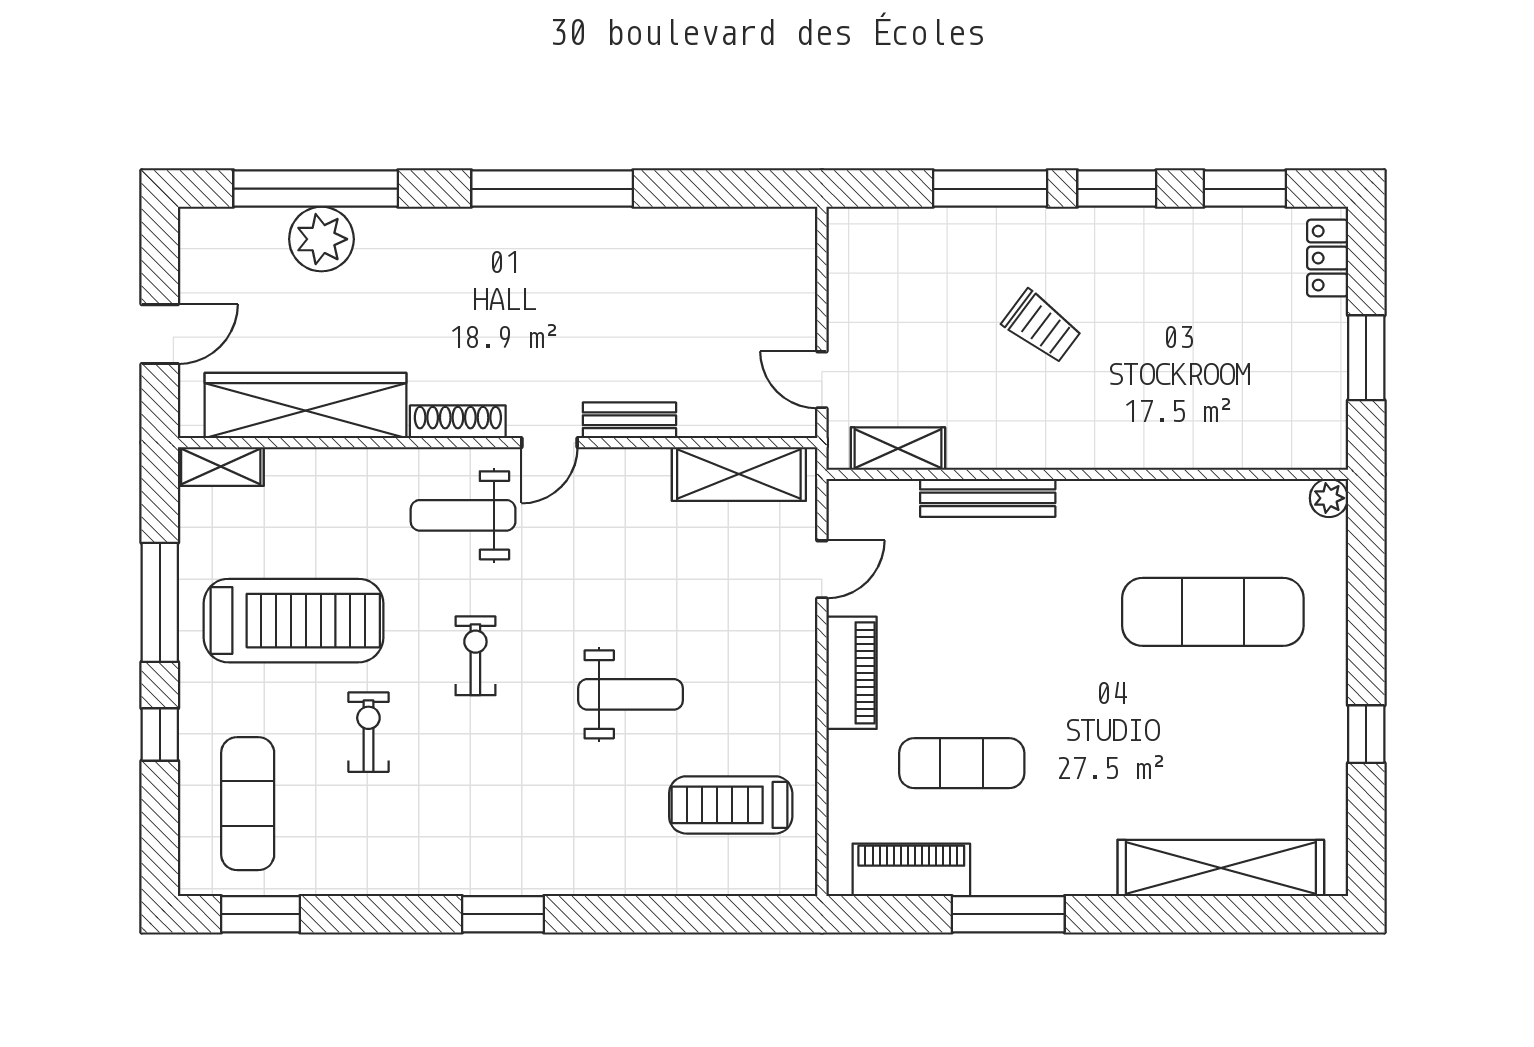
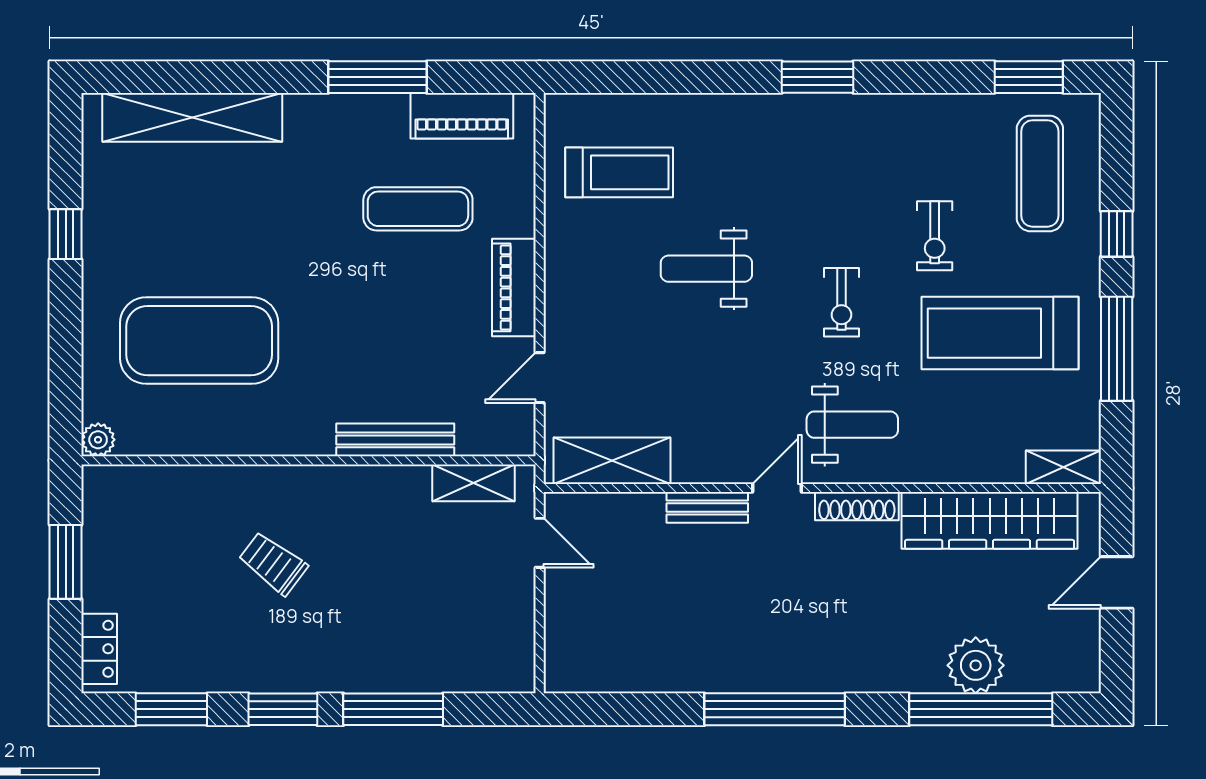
trolley: (1042, 327) -> (273, 563), moved
exercise mat: (1213, 612) -> (199, 341), width x1.47

